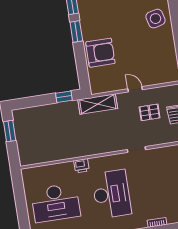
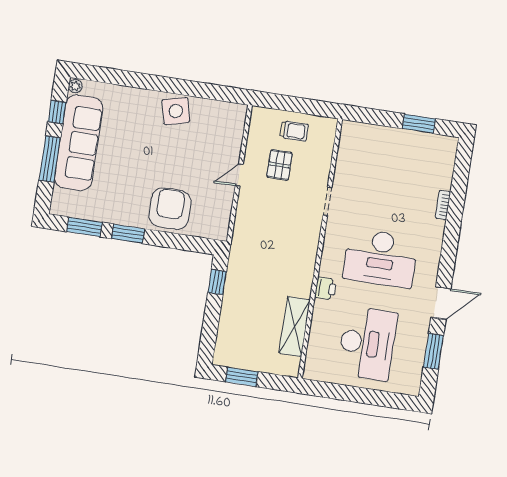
side table: (156, 19) -> (176, 111), moved
shelving: (98, 104) -> (295, 327), moved
desk: (111, 194) -> (380, 258), turned 180

